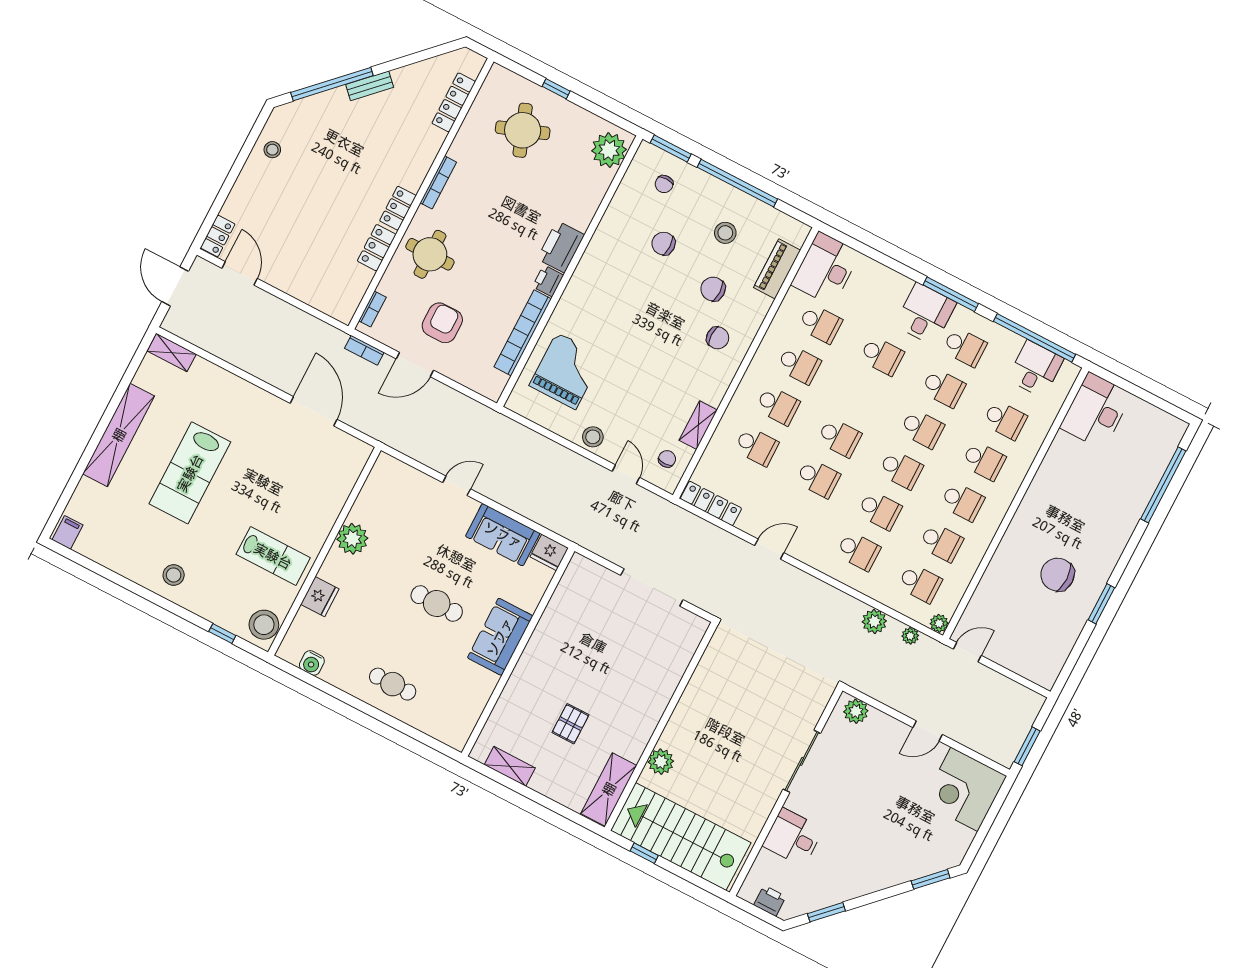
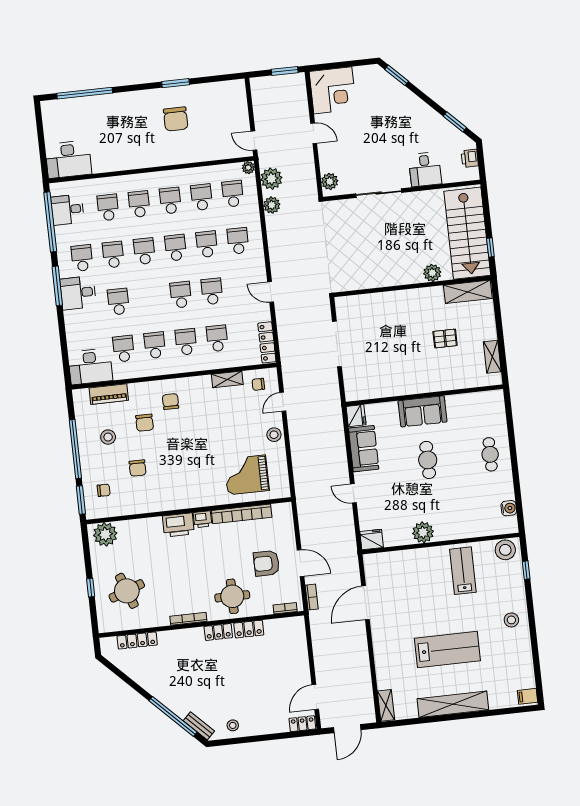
bench: (370, 86) -> (199, 726), moved
fridge: (320, 597) -> (372, 539), moved
plant: (910, 636) -> (271, 179), width x1.88, depth x1.88

